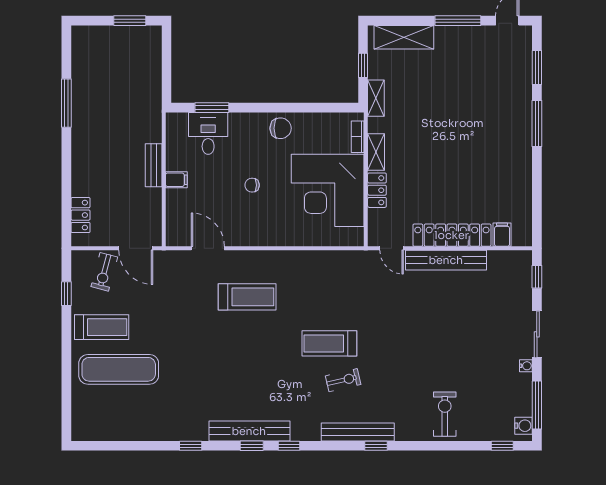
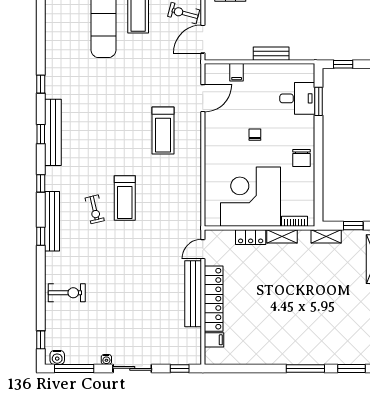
window: (167, 78) -> (343, 64), added
filing cabinet: (176, 180) -> (237, 72), moved
treadmill: (329, 343) -> (125, 198), turned 180
window: (289, 446) -> (41, 183), moved

